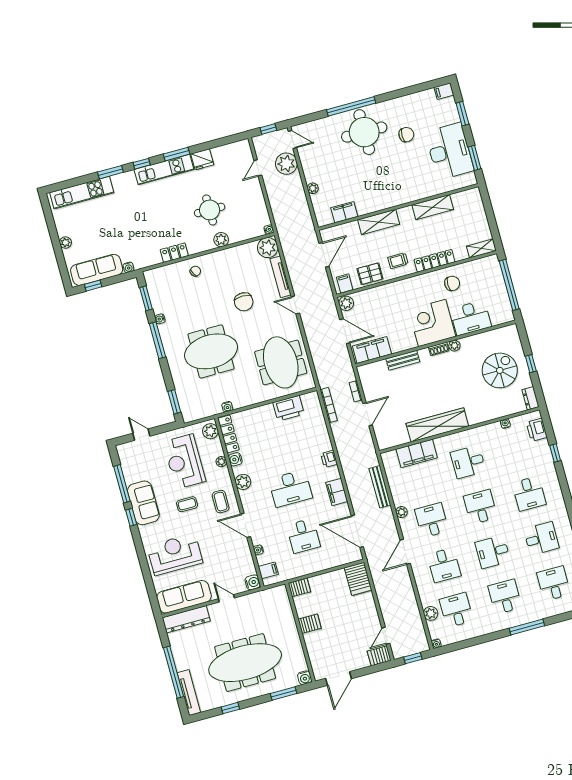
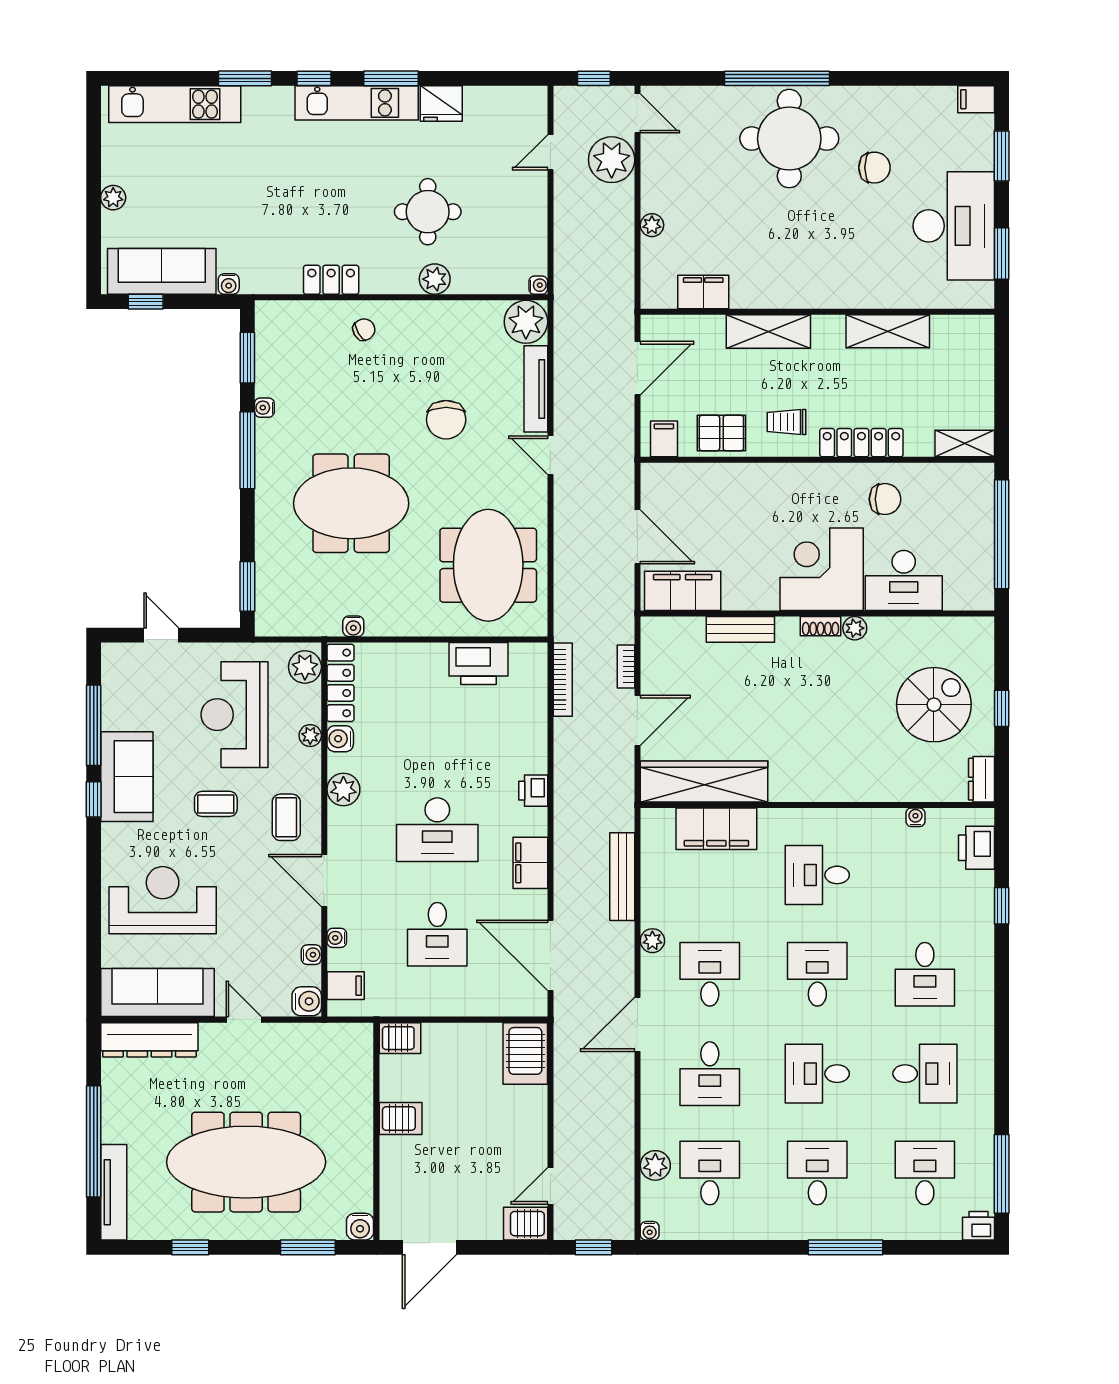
plant: (346, 303) -> (656, 480), removed
wardrobe: (437, 425) -> (704, 781), moved
water cooler: (249, 561) -> (311, 955), added

